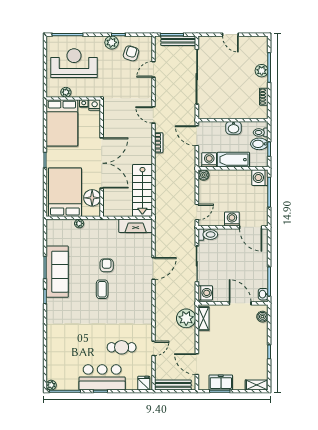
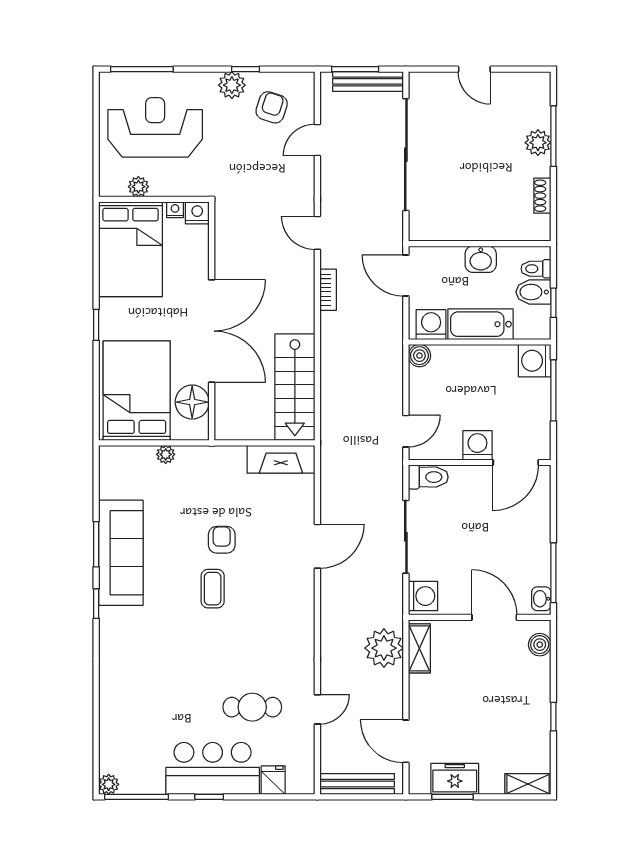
door: (251, 227) -> (516, 462), hinge flipped
fridge: (144, 383) -> (273, 780), moved

